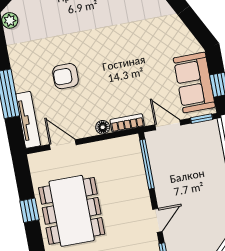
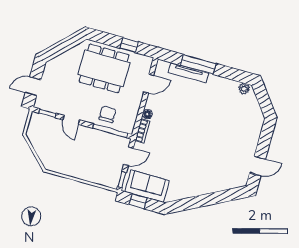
armchair: (66, 76) -> (191, 107), removed
tv unit: (28, 120) -> (188, 73), moved
chair: (128, 178) -> (107, 114), added
window: (29, 210) -> (129, 45), moved

